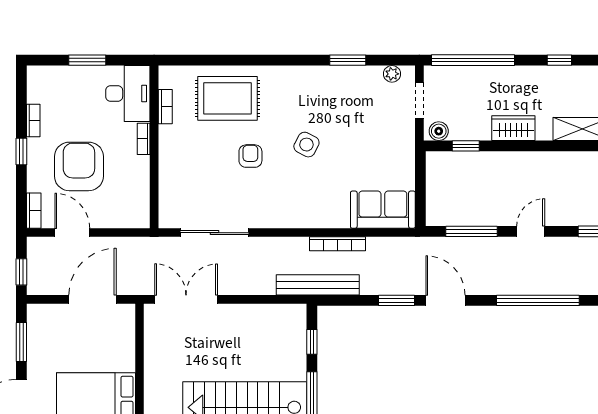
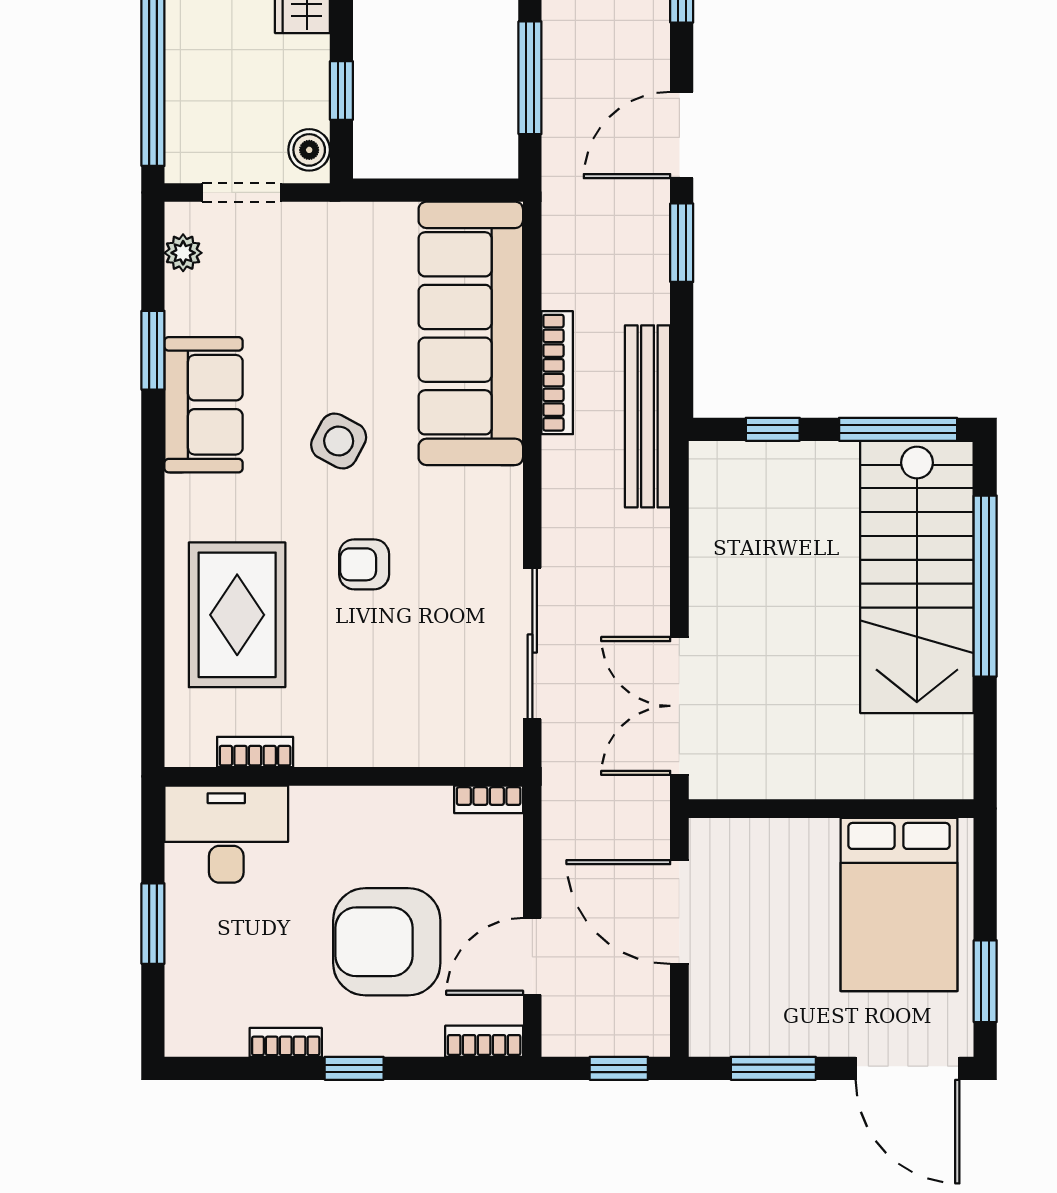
sofa: (323, 83) -> (204, 405), added
bookcase: (144, 139) -> (489, 799), moved
sofa: (383, 210) -> (471, 333), width x1.85, depth x1.27

